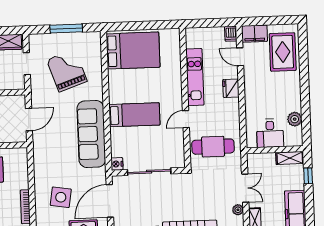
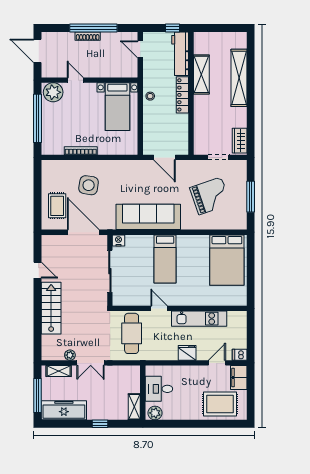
desk: (270, 133) -> (159, 389), moved
wall: (275, 150) -> (143, 393), moved
shelving: (290, 158) -> (134, 407), moved

